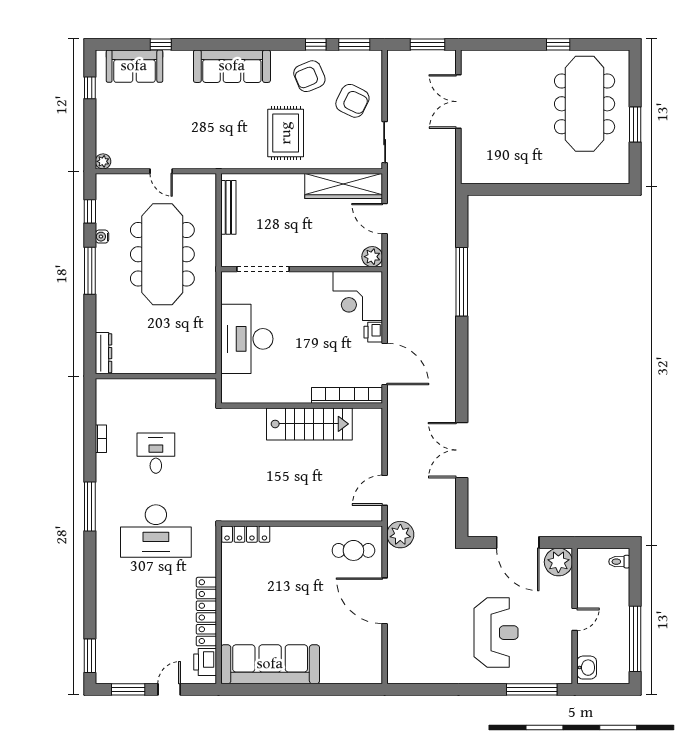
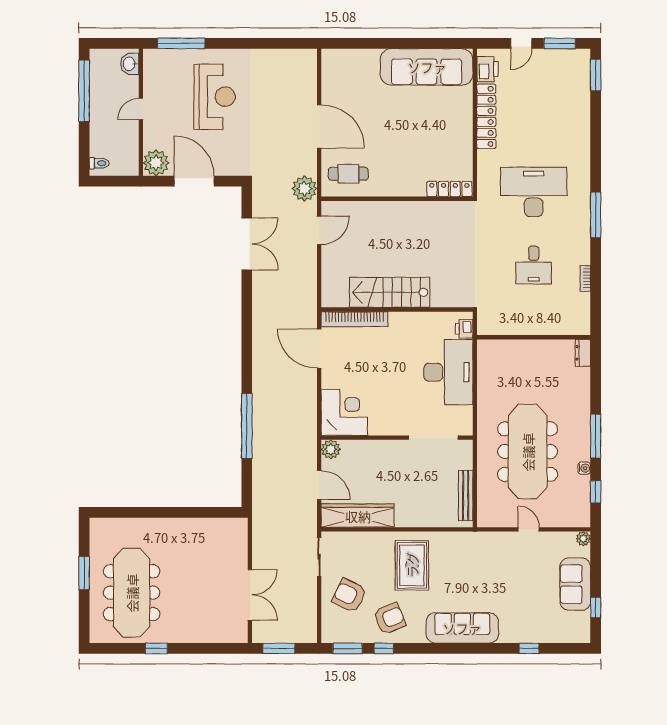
sofa: (134, 66) -> (575, 584), moved, turned -90
printer: (373, 332) -> (464, 329), moved, turned 180
dresser: (103, 353) -> (583, 353), width x0.70
double door: (462, 450) -> (247, 244), moved
reception desk: (496, 633) -> (215, 97), turned 180

